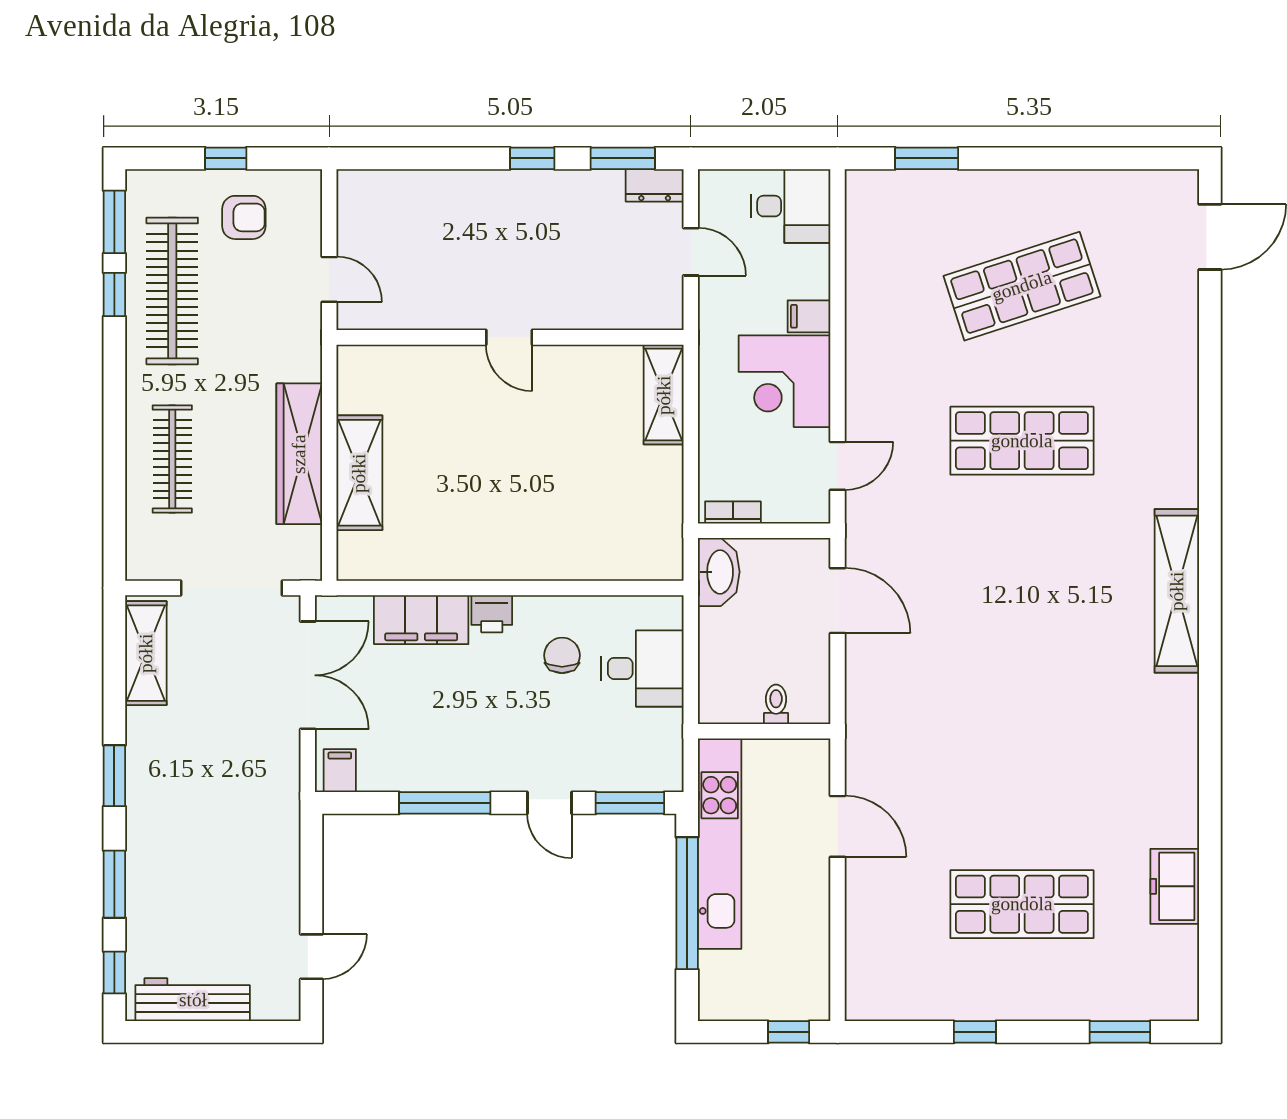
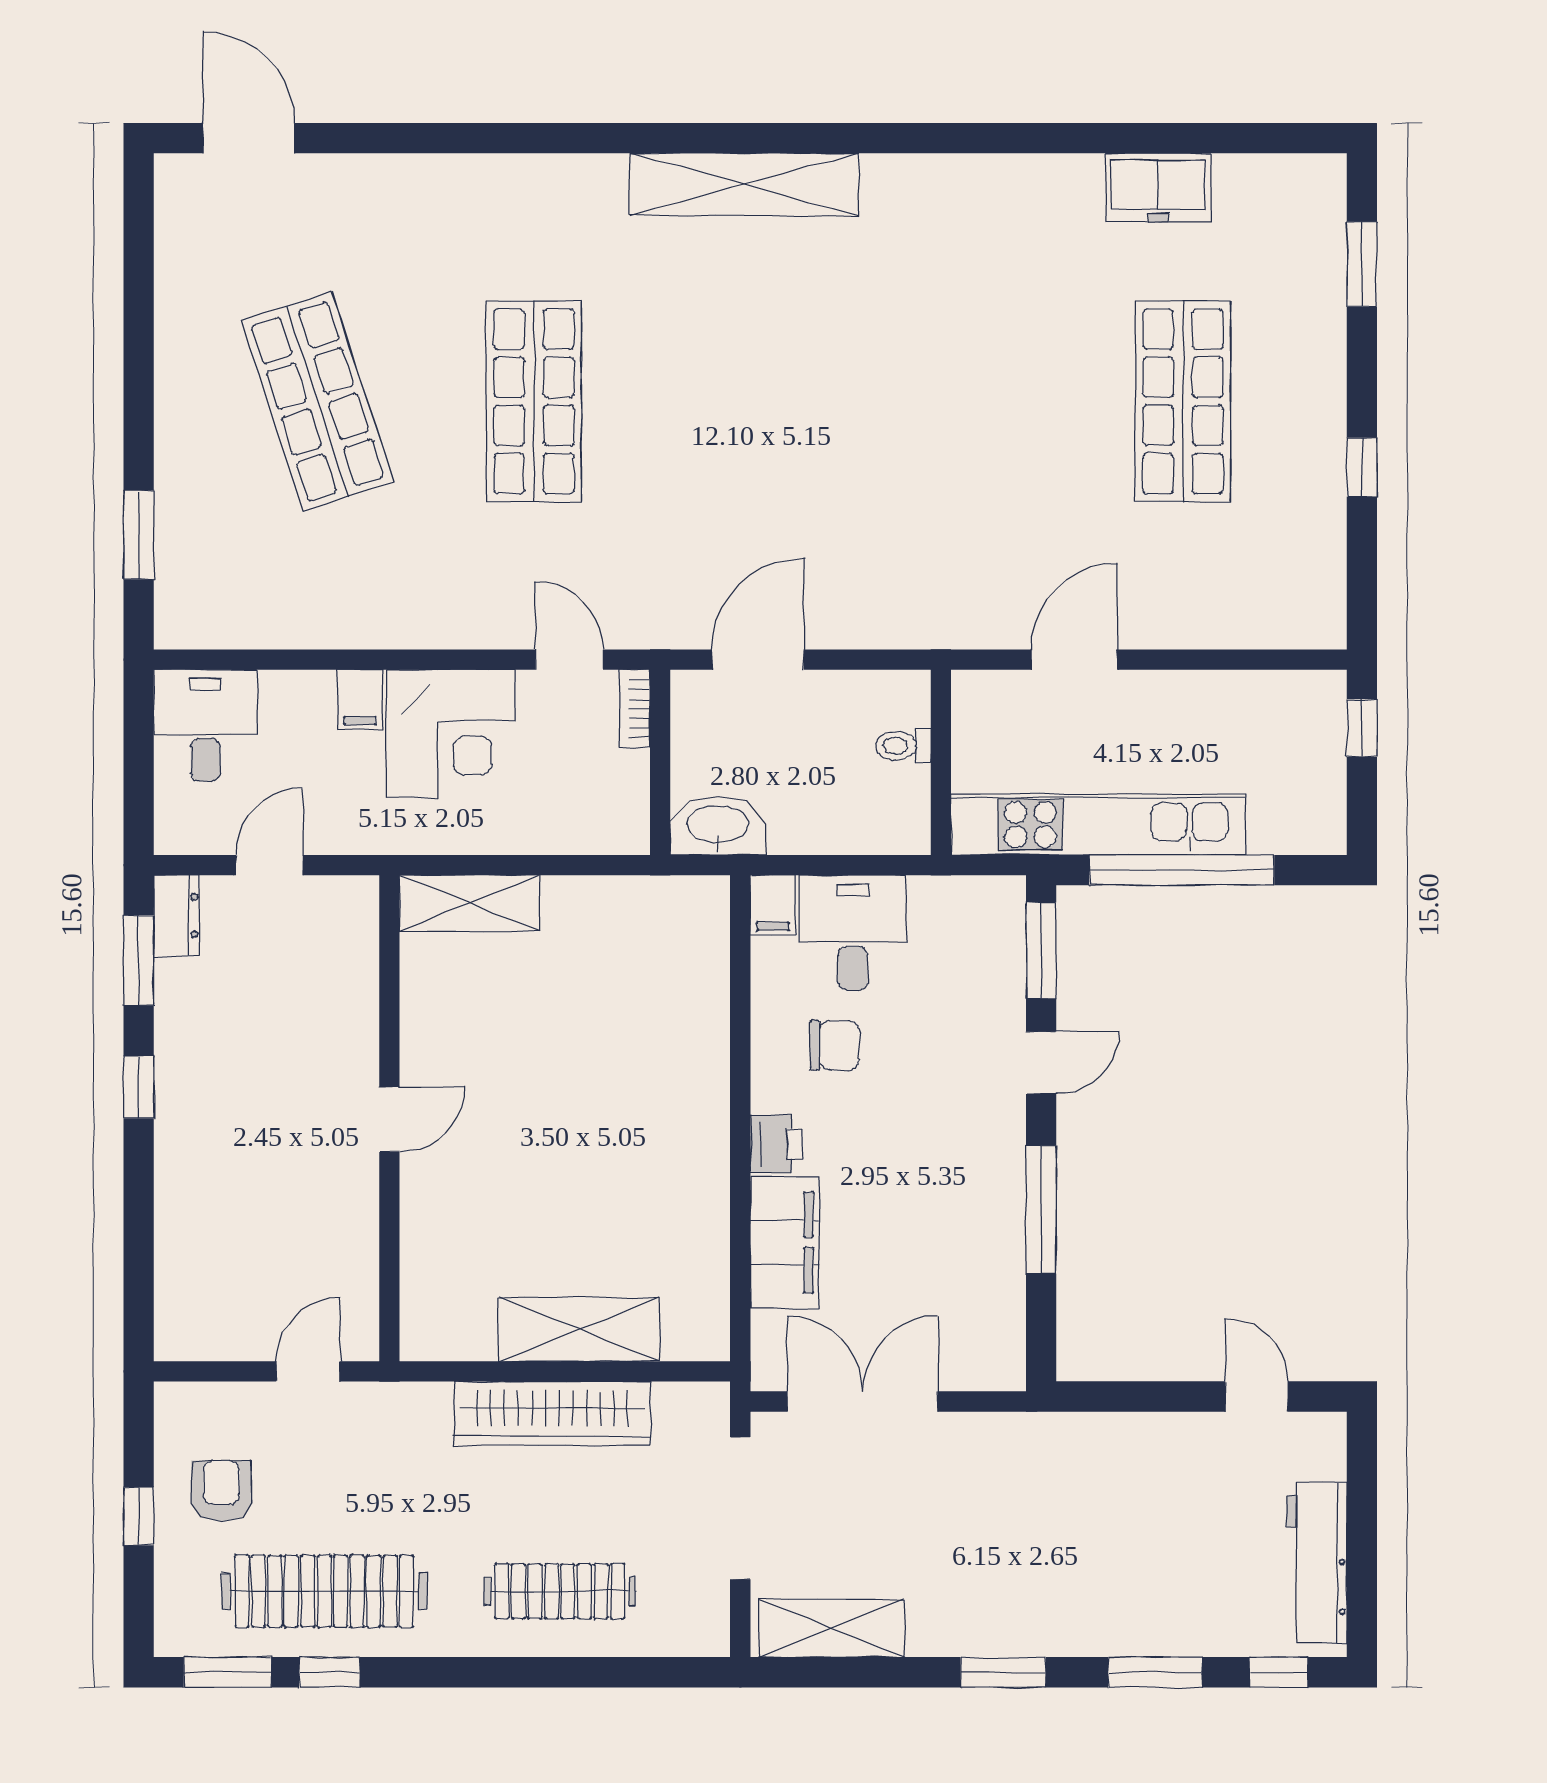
bookcase: (733, 512) -> (634, 709), moved
chair: (562, 655) -> (835, 1045), turned 180
filing cabinet: (340, 771) -> (773, 905), moved, turned -90

